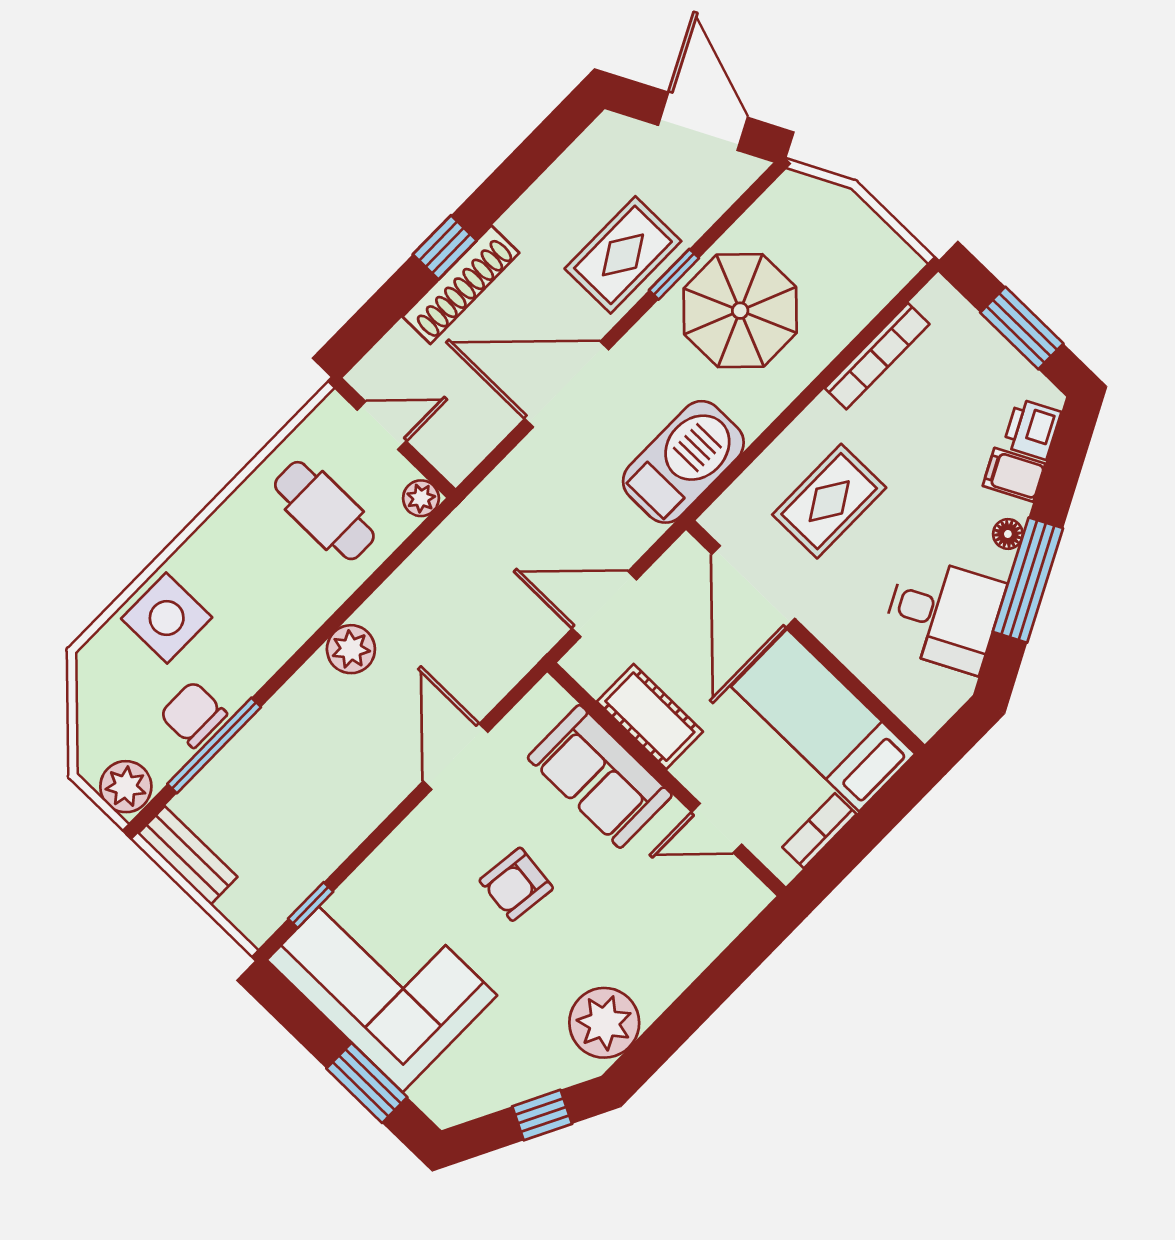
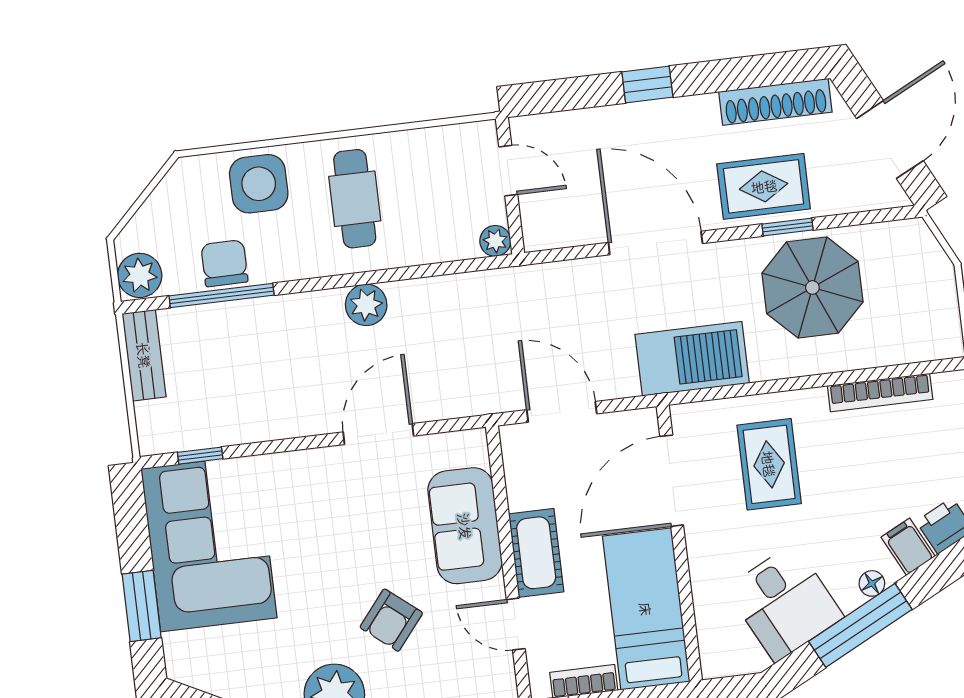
shoe rack: (461, 285) -> (775, 102), moved
rug: (829, 501) -> (769, 464), turned 90
cafe table: (324, 511) -> (355, 199), moved
cot: (650, 717) -> (536, 553), moved
armchair: (516, 884) -> (391, 620), moved, turned -58

